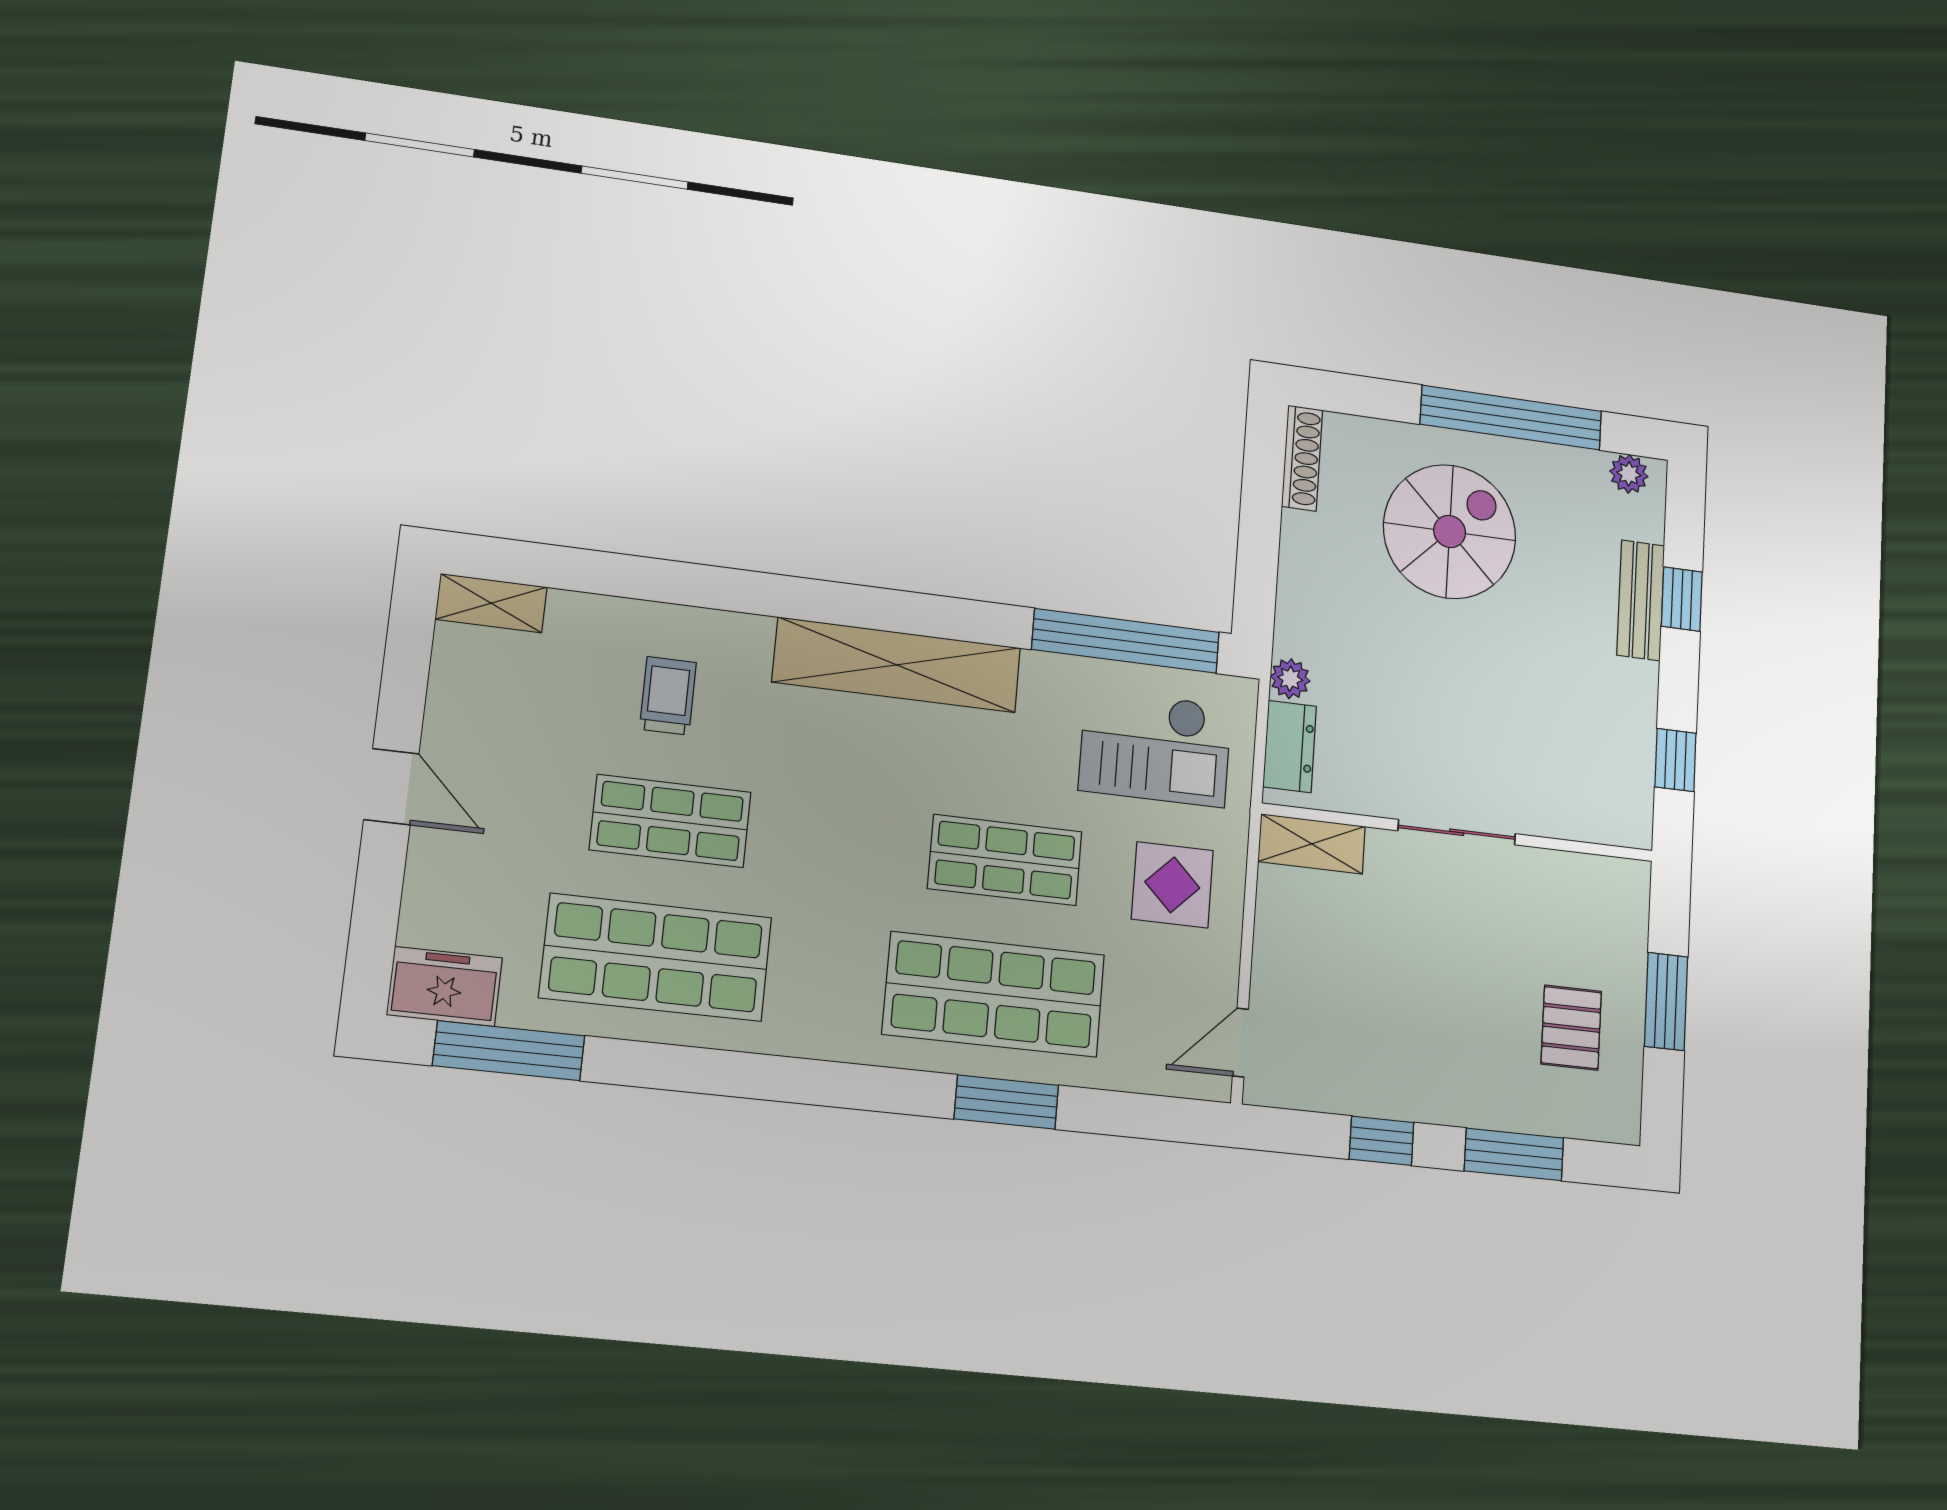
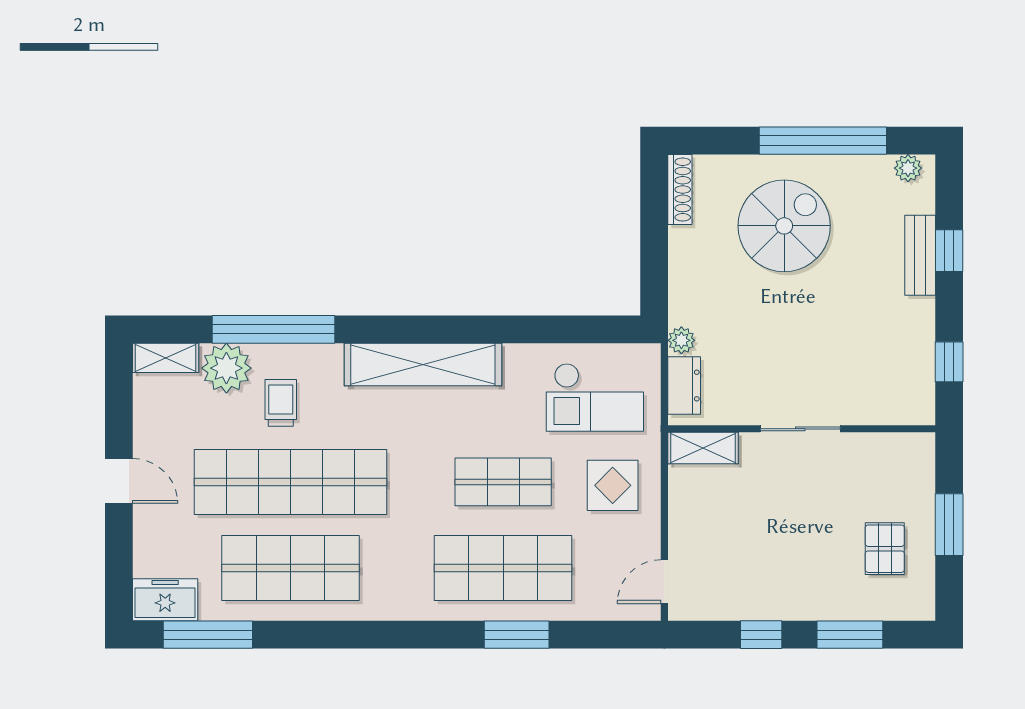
plant: (587, 631) -> (226, 368), added
window: (1126, 641) -> (273, 329), moved
shop shelf: (670, 821) -> (290, 482), width x2.00, depth x1.36

